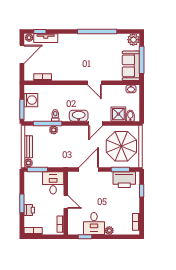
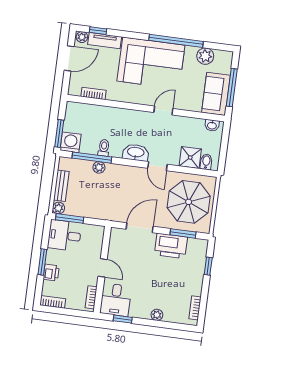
plant: (133, 40) -> (205, 56), moved
corner sofa: (81, 50) -> (151, 63), added
door: (95, 83) -> (163, 110), swing flipped
washing machine: (31, 100) -> (71, 142), moved, turned -90
door: (96, 123) -> (157, 166), hinge flipped
printer: (124, 180) -> (171, 246), moved
desk: (53, 183) -> (65, 235), moved, turned -90
desk: (94, 224) -> (116, 300), moved

